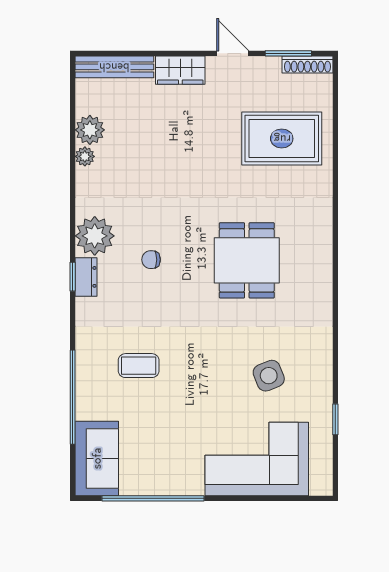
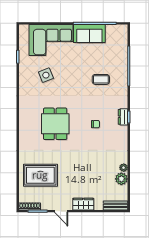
bench: (114, 67) -> (115, 205), width x0.73
plant: (95, 236) -> (119, 134), removed
sofa: (97, 458) -> (89, 34), moved, turned -90

